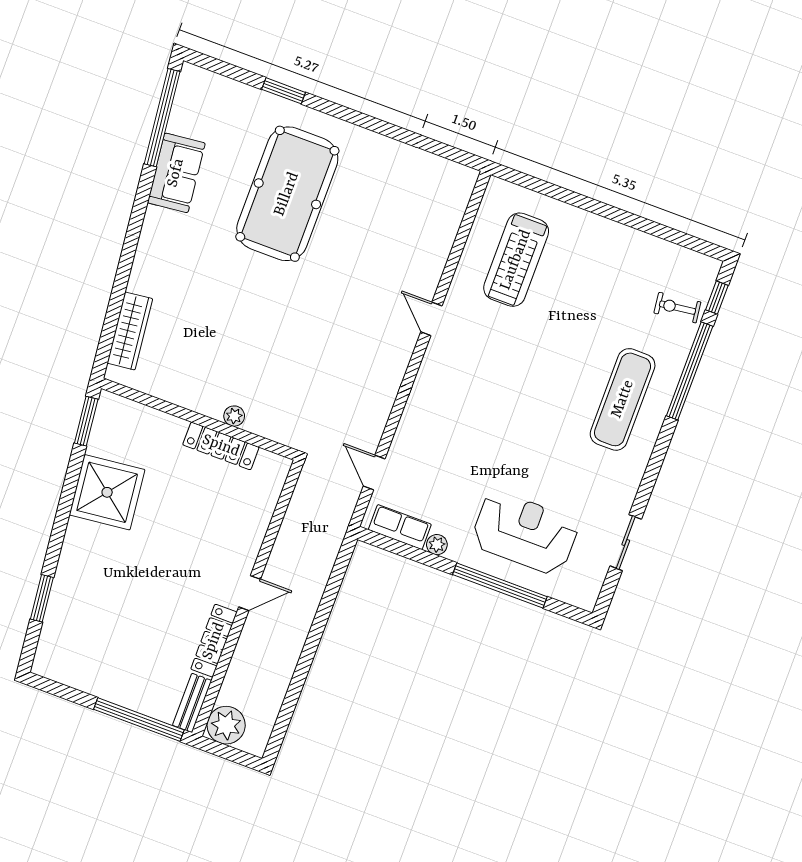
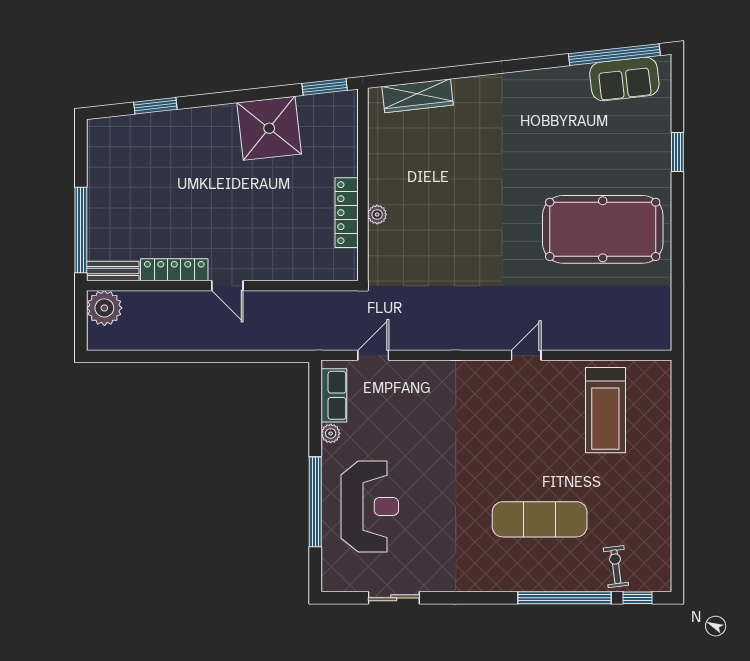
sofa: (176, 173) -> (624, 79), moved
pool table: (287, 194) -> (603, 229), moved
treadmill: (516, 260) -> (605, 410), turned -90
exercise mat: (623, 399) -> (540, 519), moved

